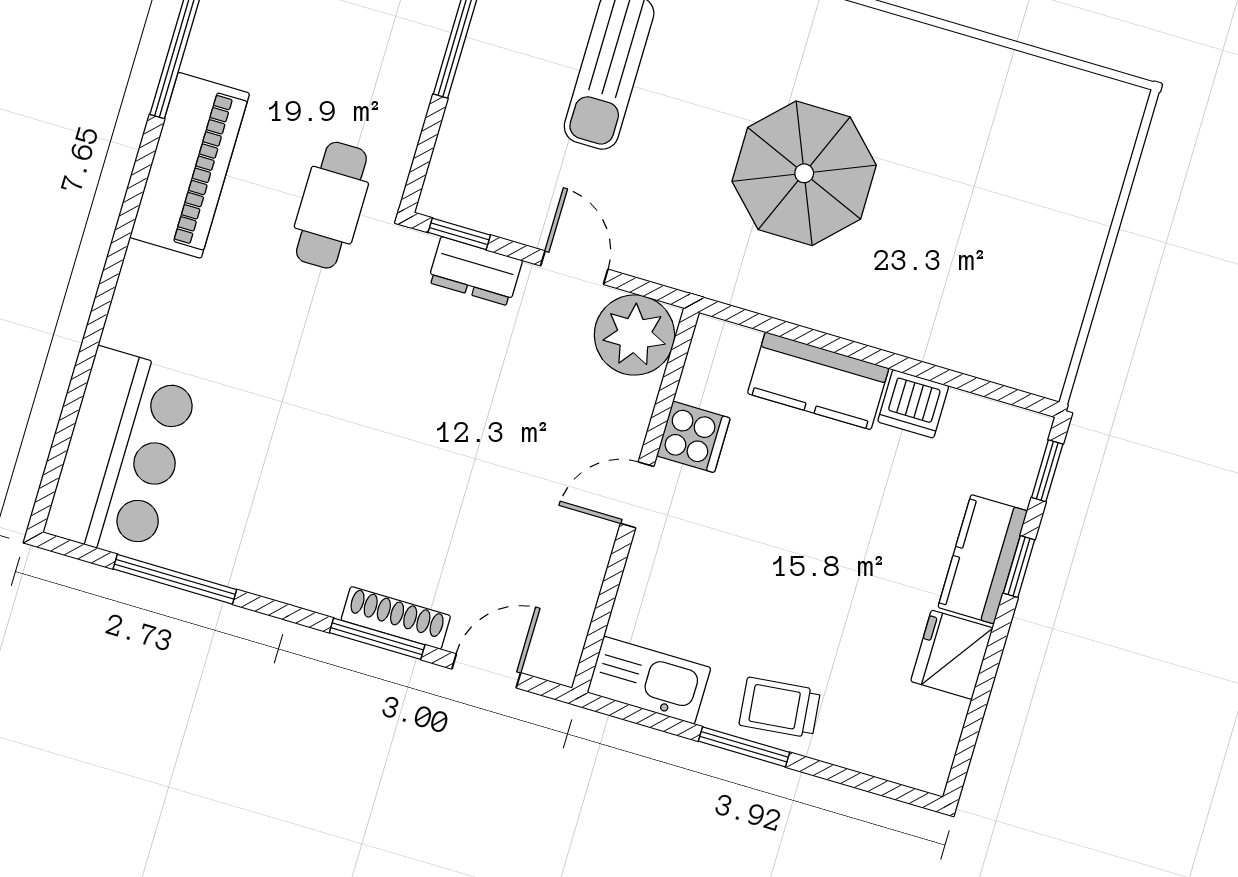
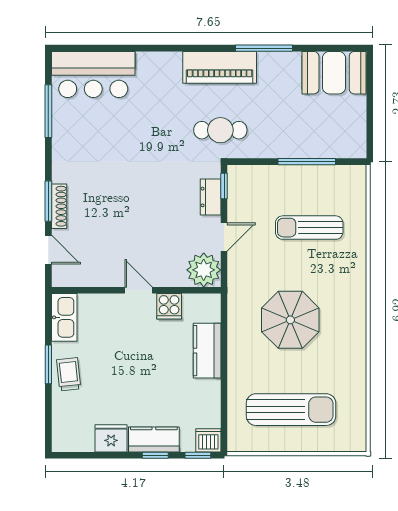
sun lounger: (1006, 231) -> (291, 410), added
dishwasher: (913, 404) -> (208, 440), moved, turned 90

